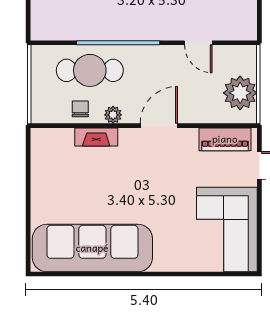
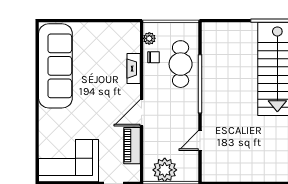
plant: (113, 115) -> (149, 38), moved
door: (159, 126) -> (142, 113), swing flipped
piano: (225, 139) -> (132, 146), moved

